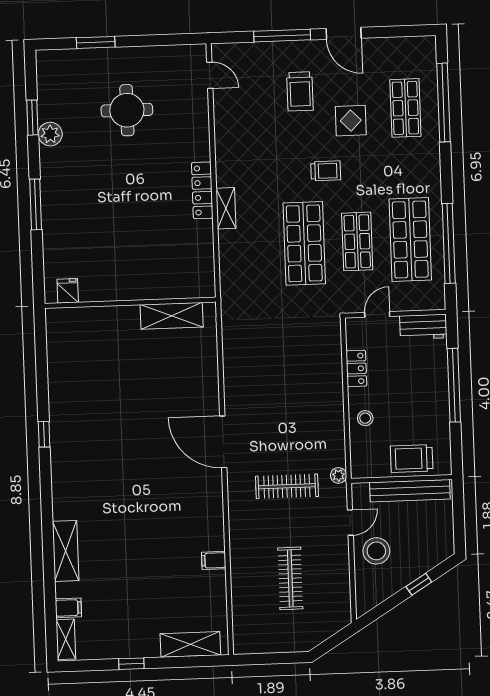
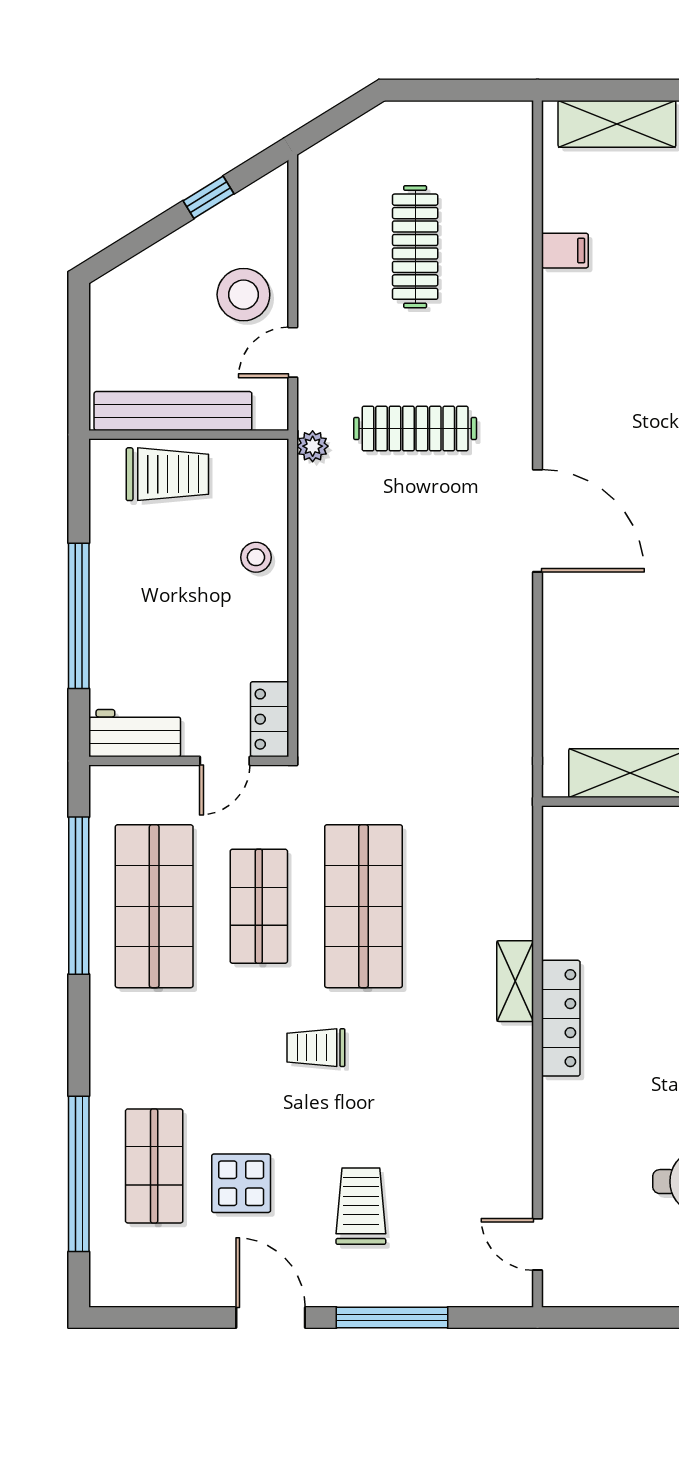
display table: (351, 121) -> (241, 1183), moved
locker: (356, 368) -> (270, 719), moved
filing cabinet: (214, 560) -> (565, 251), moved
window: (419, 584) -> (209, 197), moved

